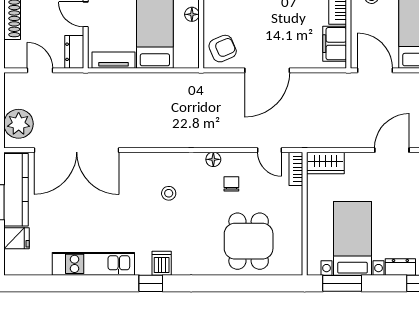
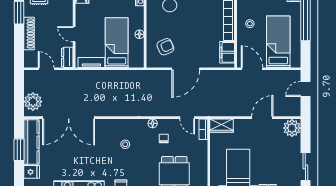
armchair: (223, 49) -> (165, 47), moved

